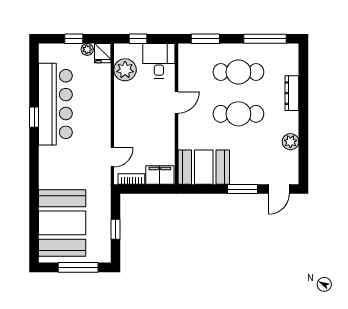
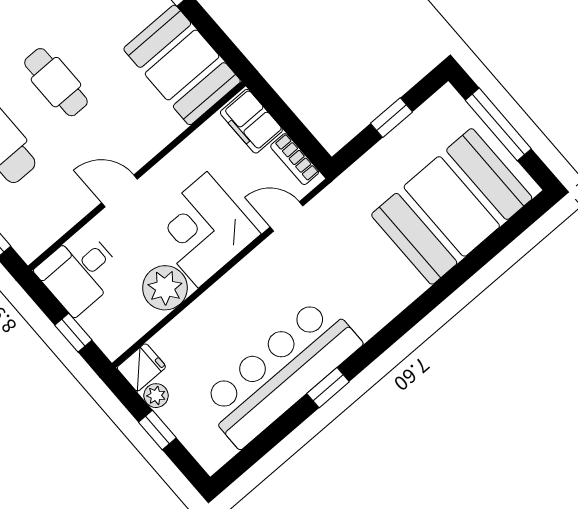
plant: (125, 70) -> (165, 288), moved
cafe table: (238, 114) -> (56, 82), width x0.73, depth x0.74
corner desk: (135, 121) -> (203, 230), added

